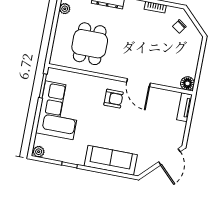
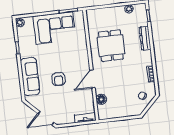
dining table: (90, 44) -> (111, 46), moved, turned 90
floor lamp: (187, 83) -> (101, 99), moved
armchair: (114, 99) -> (59, 79), moved

